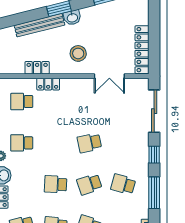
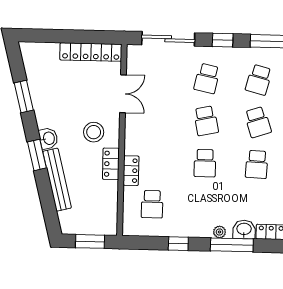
locker: (37, 68) -> (111, 164), moved
school desk: (22, 143) -> (205, 163), moved
school desk: (123, 143) -> (207, 78), added

